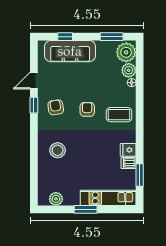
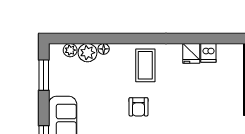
plant: (126, 52) -> (70, 50), width x0.53, depth x0.53
armchair: (87, 109) -> (138, 107), turned -90
window: (140, 175) -> (224, 39), removed

